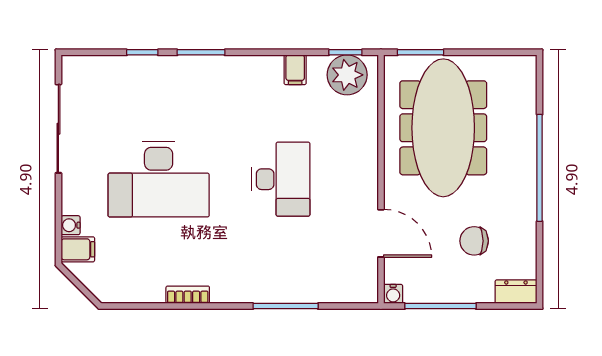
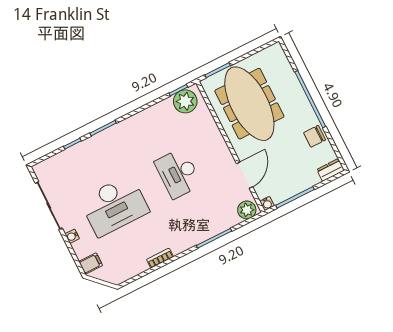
filing cabinet: (295, 70) -> (157, 112), removed
desk: (281, 179) -> (178, 173), turned 180
water cooler: (71, 225) -> (72, 236), moved
door: (381, 233) -> (245, 175), hinge flipped
chair: (474, 241) -> (315, 136), moved
plant: (357, 288) -> (247, 210), added

